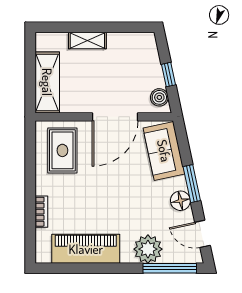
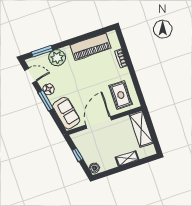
boiler: (159, 97) -> (94, 168), moved
window: (170, 268) -> (42, 51), width x0.69

